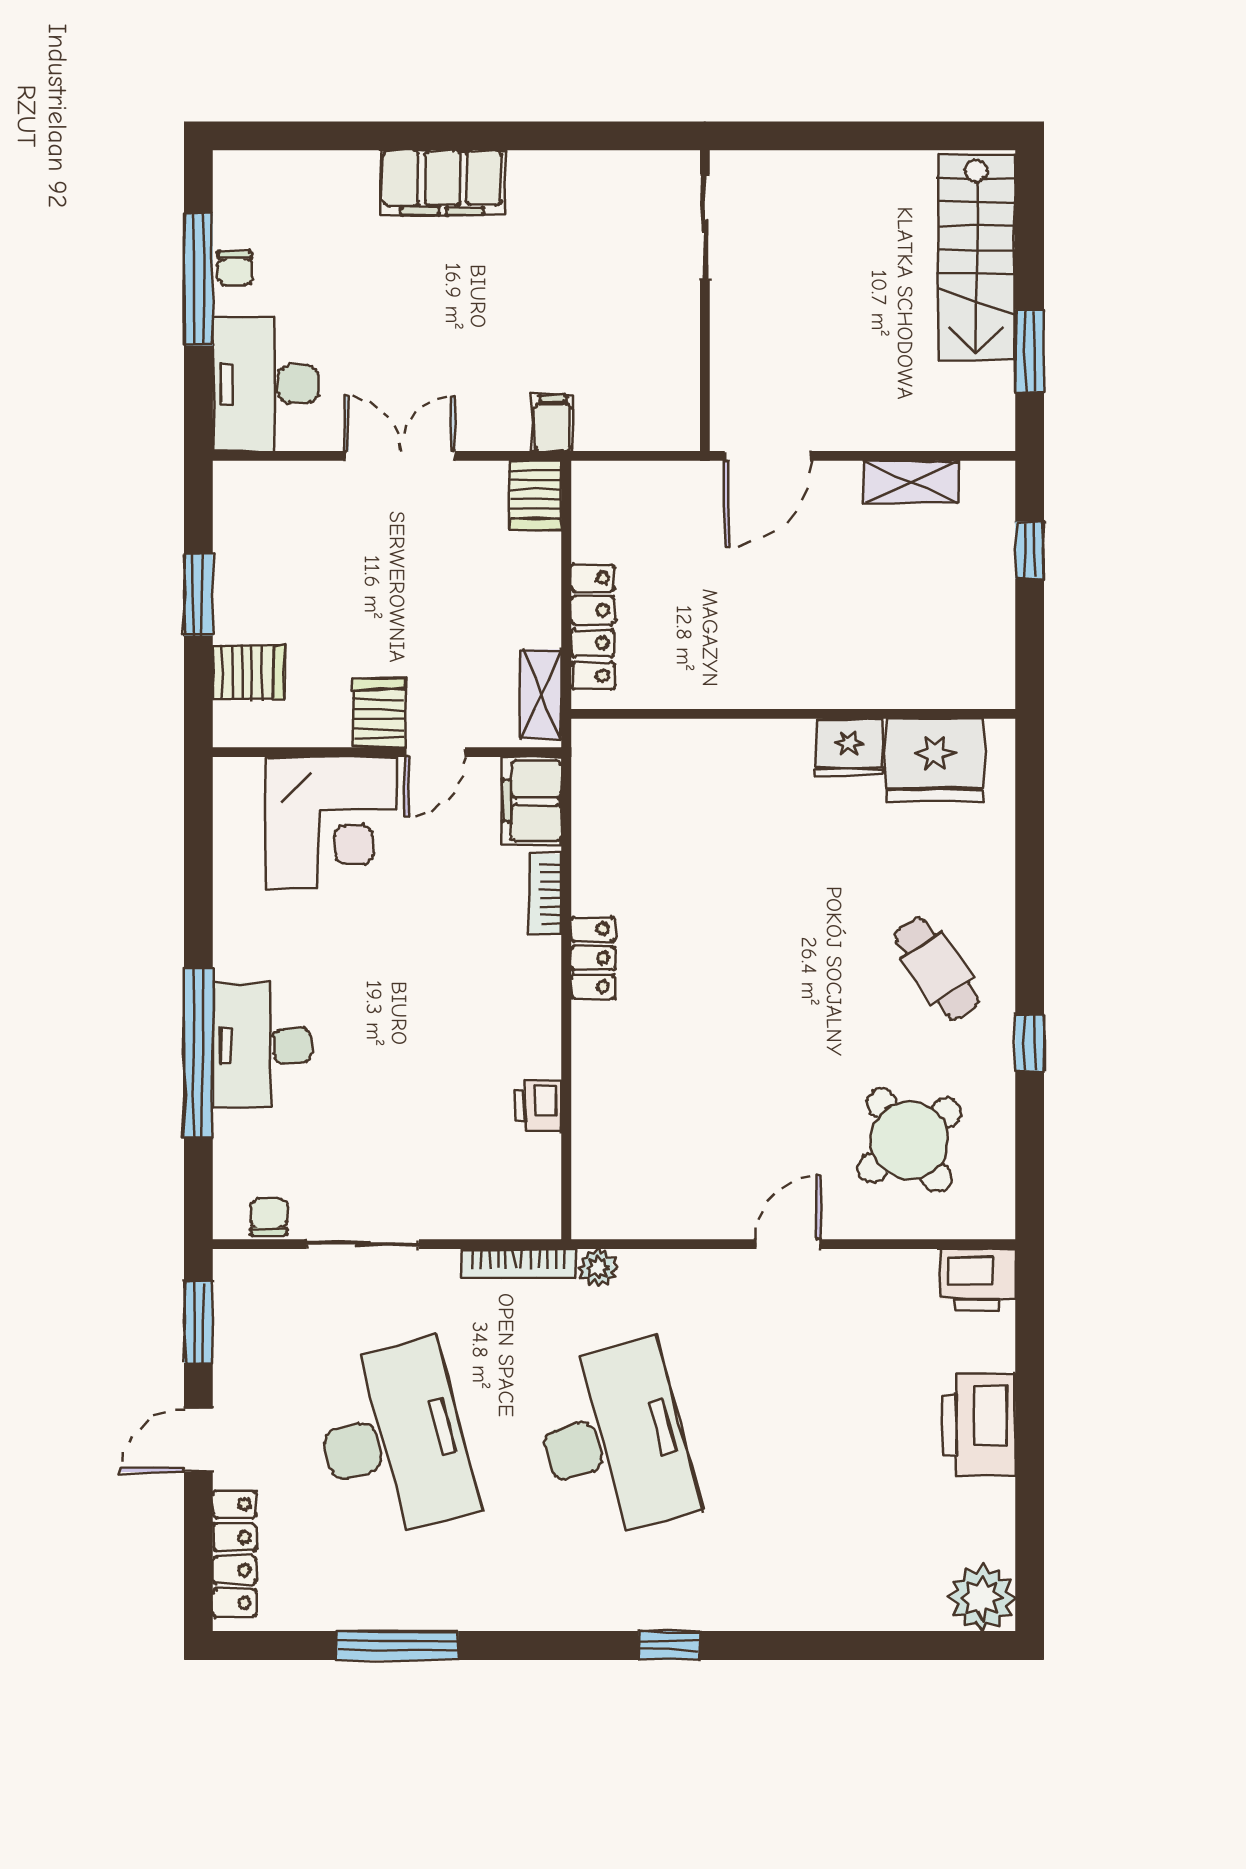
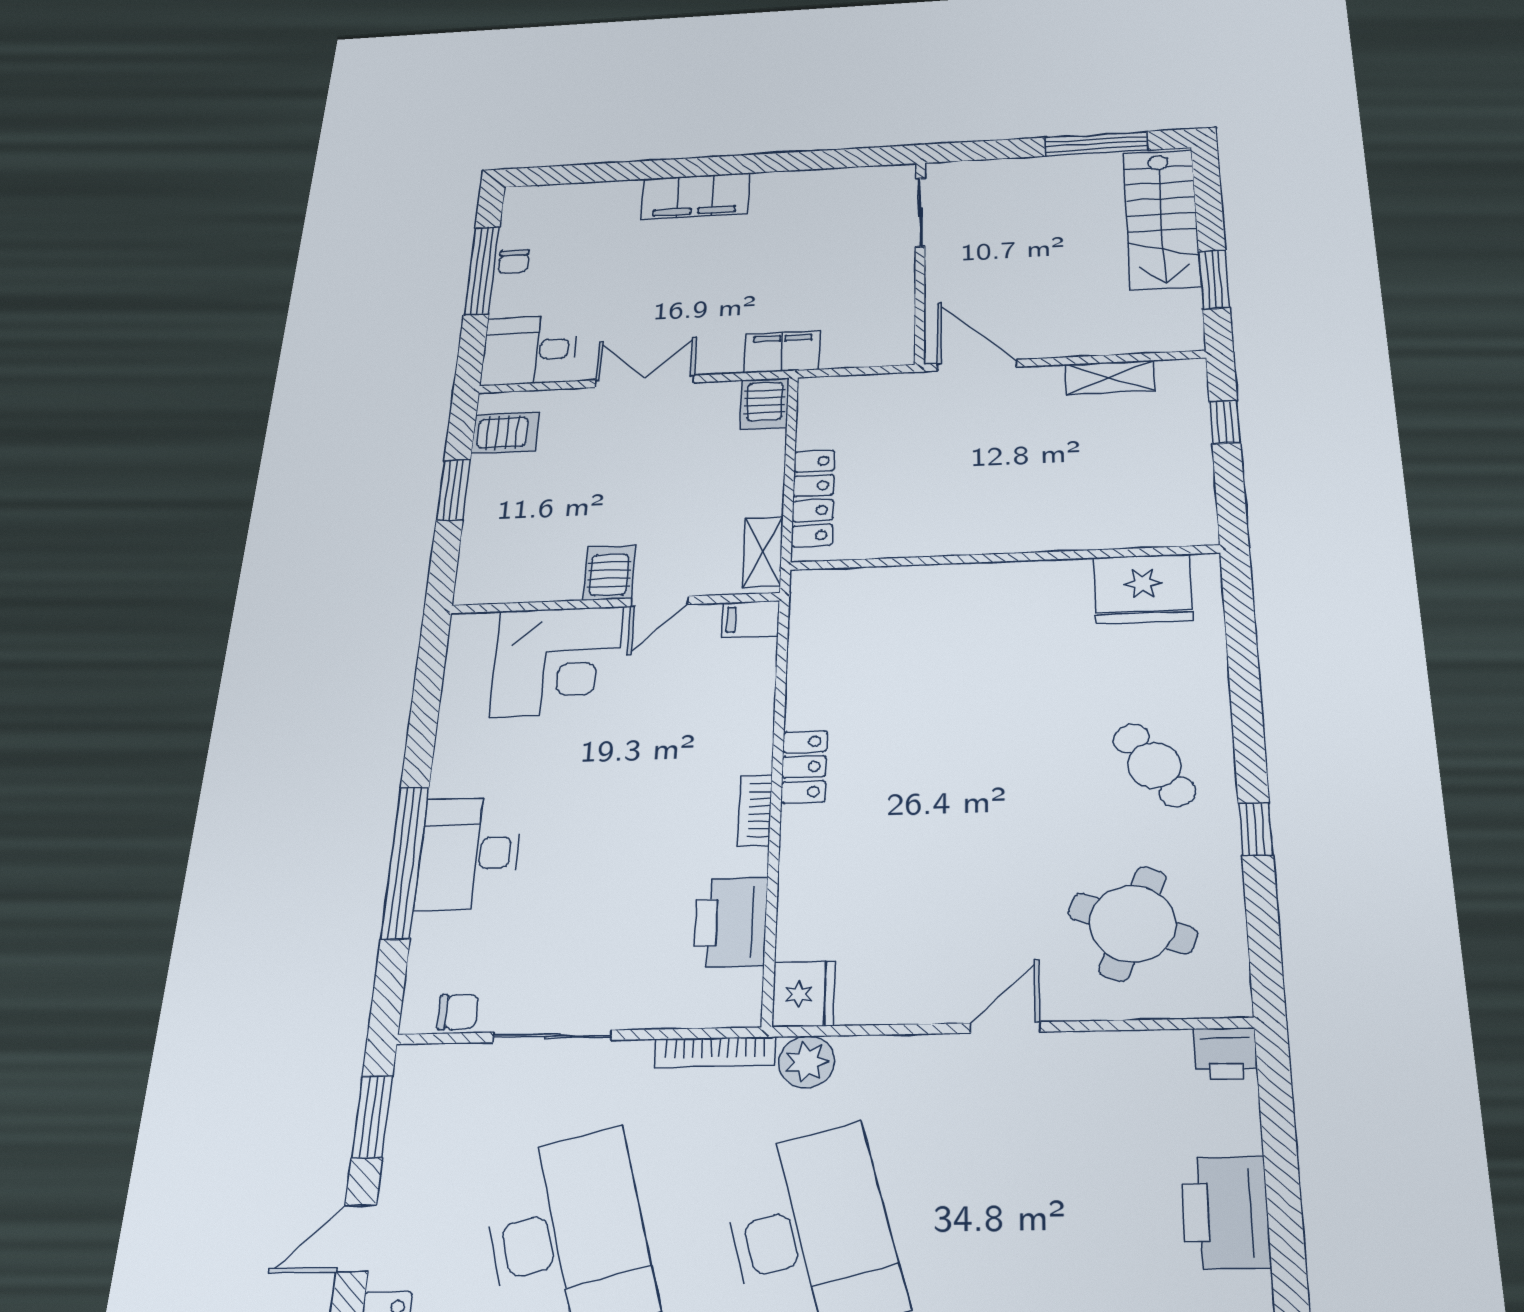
window: (908, 136) -> (1096, 144), added
desk: (265, 384) -> (530, 350), width x0.73
filing cabinet: (553, 423) -> (782, 352), width x2.00
door: (768, 456) -> (977, 365), swing flipped
server rack: (249, 672) -> (505, 433), moved
fridge: (849, 748) -> (804, 994), moved, turned -90
filing cabinet: (532, 801) -> (751, 619), width x0.50
bookcase: (546, 894) -> (755, 810), moved
printer: (538, 1106) -> (731, 922), width x1.87, depth x1.48
round table: (909, 1140) -> (1133, 924), turned -32
chair: (269, 1217) -> (458, 1012), turned 90
plant: (598, 1268) -> (807, 1062), width x1.38, depth x1.38
printer: (977, 1280) -> (1225, 1054), width x0.73, depth x0.81

